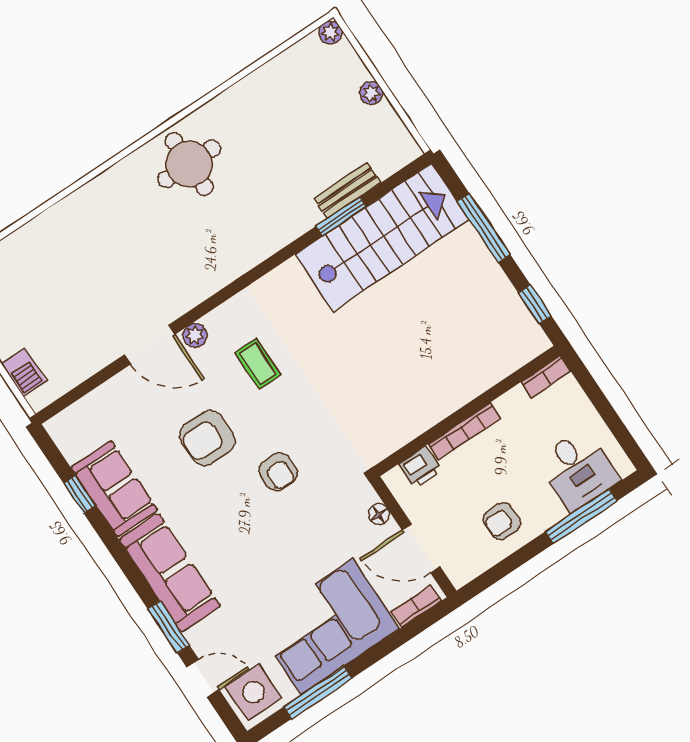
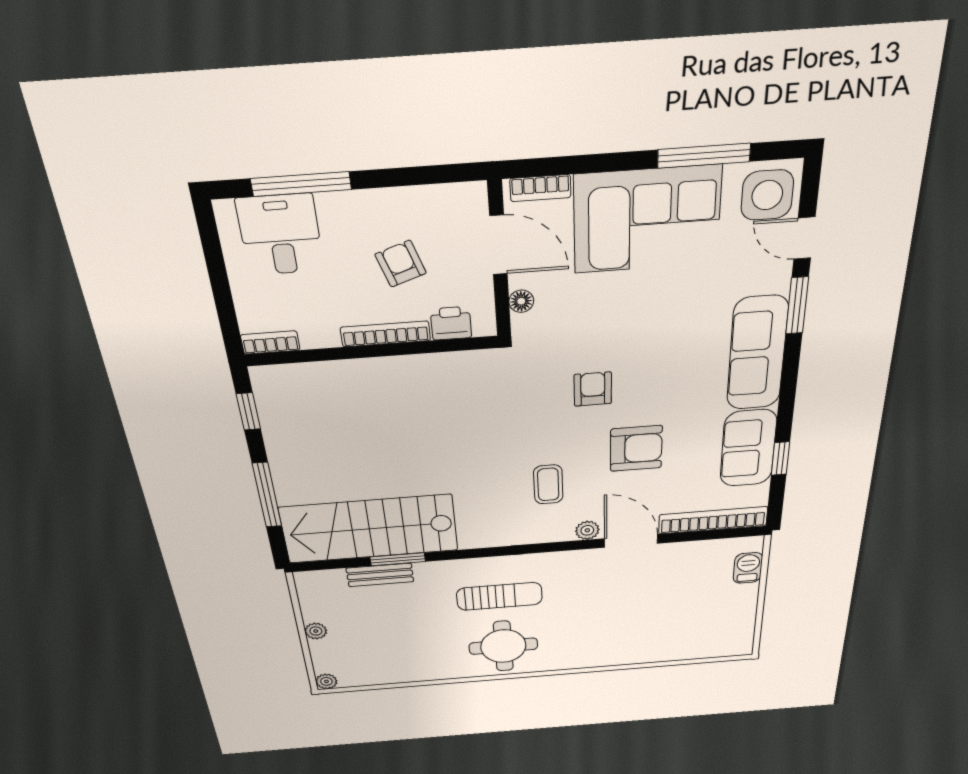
sun lounger: (228, 222) -> (499, 596), added
bookcase: (92, 404) -> (713, 520), added
armchair: (502, 521) -> (401, 264), moved, turned -109

